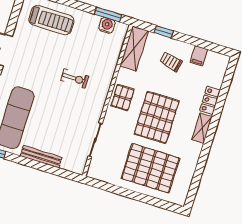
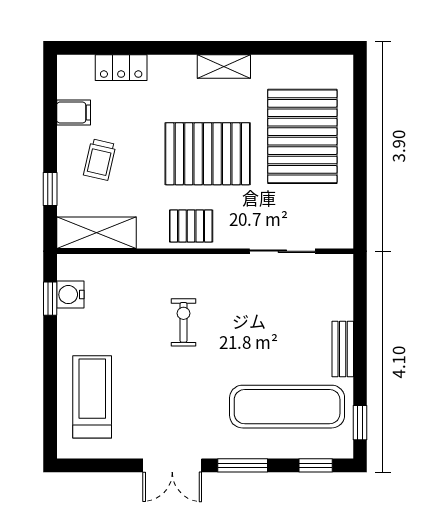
window: (108, 14) -> (50, 299), width x0.67
locker: (210, 100) -> (121, 68), moved
shelving: (202, 128) -> (224, 66), moved
bench: (41, 157) -> (343, 349), width x0.73

